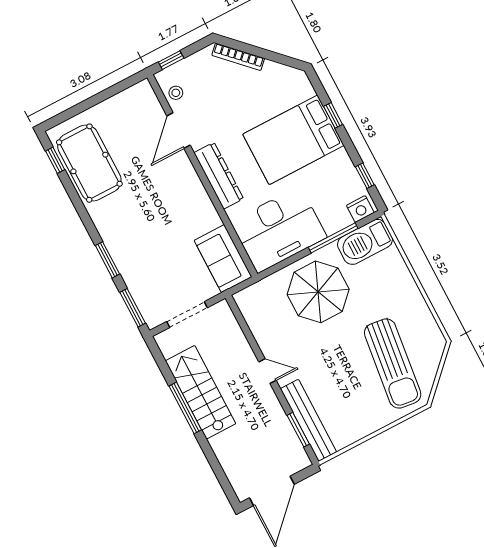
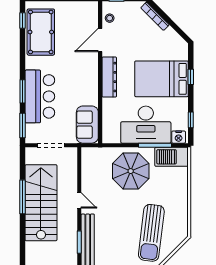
desk: (279, 230) -> (146, 125), moved
bar counter: (136, 254) -> (40, 96), added
stairs: (201, 392) -> (41, 203), width x1.36, depth x1.51

